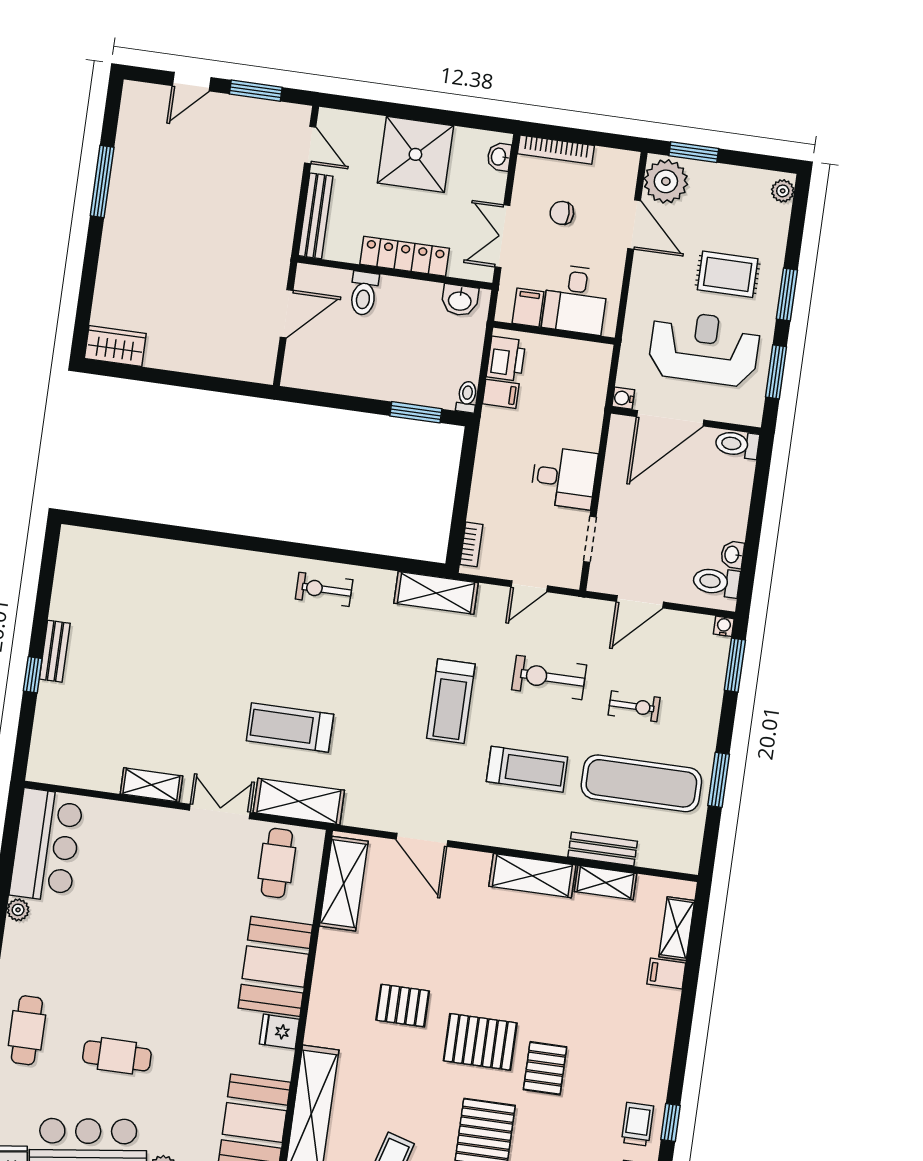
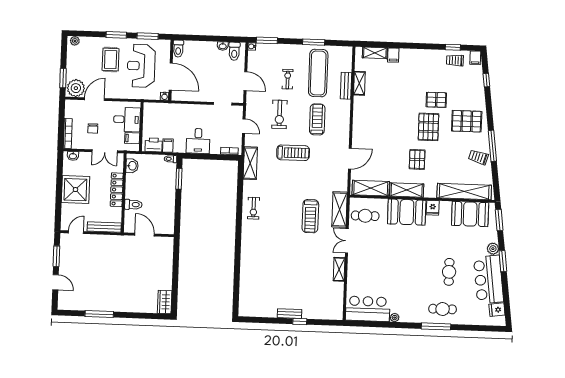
desk: (564, 478) -> (198, 141), moved, turned 180
shelving: (532, 876) -> (407, 190), moved, turned 90

